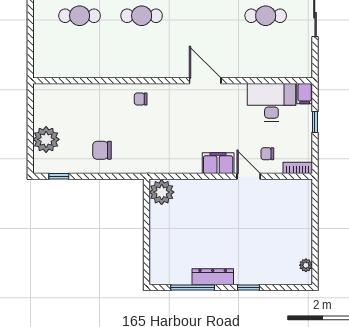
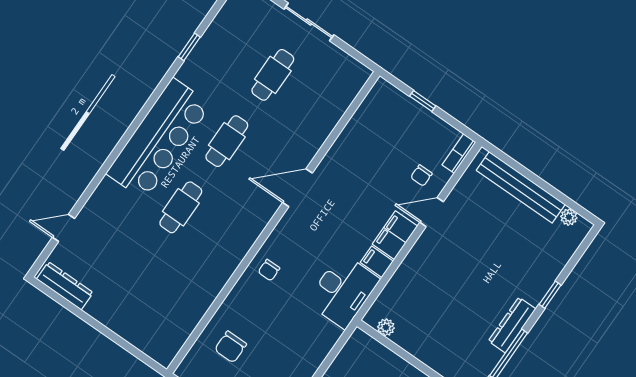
cafe table: (80, 16) -> (227, 141), moved
filing cabinet: (305, 94) -> (377, 262), moved, turned 180
desk: (271, 102) -> (343, 291), moved, turned 180
chair: (102, 150) -> (231, 347), moved
plant: (162, 192) -> (386, 327), width x0.53, depth x0.53
bench: (303, 222) -> (521, 187), added

